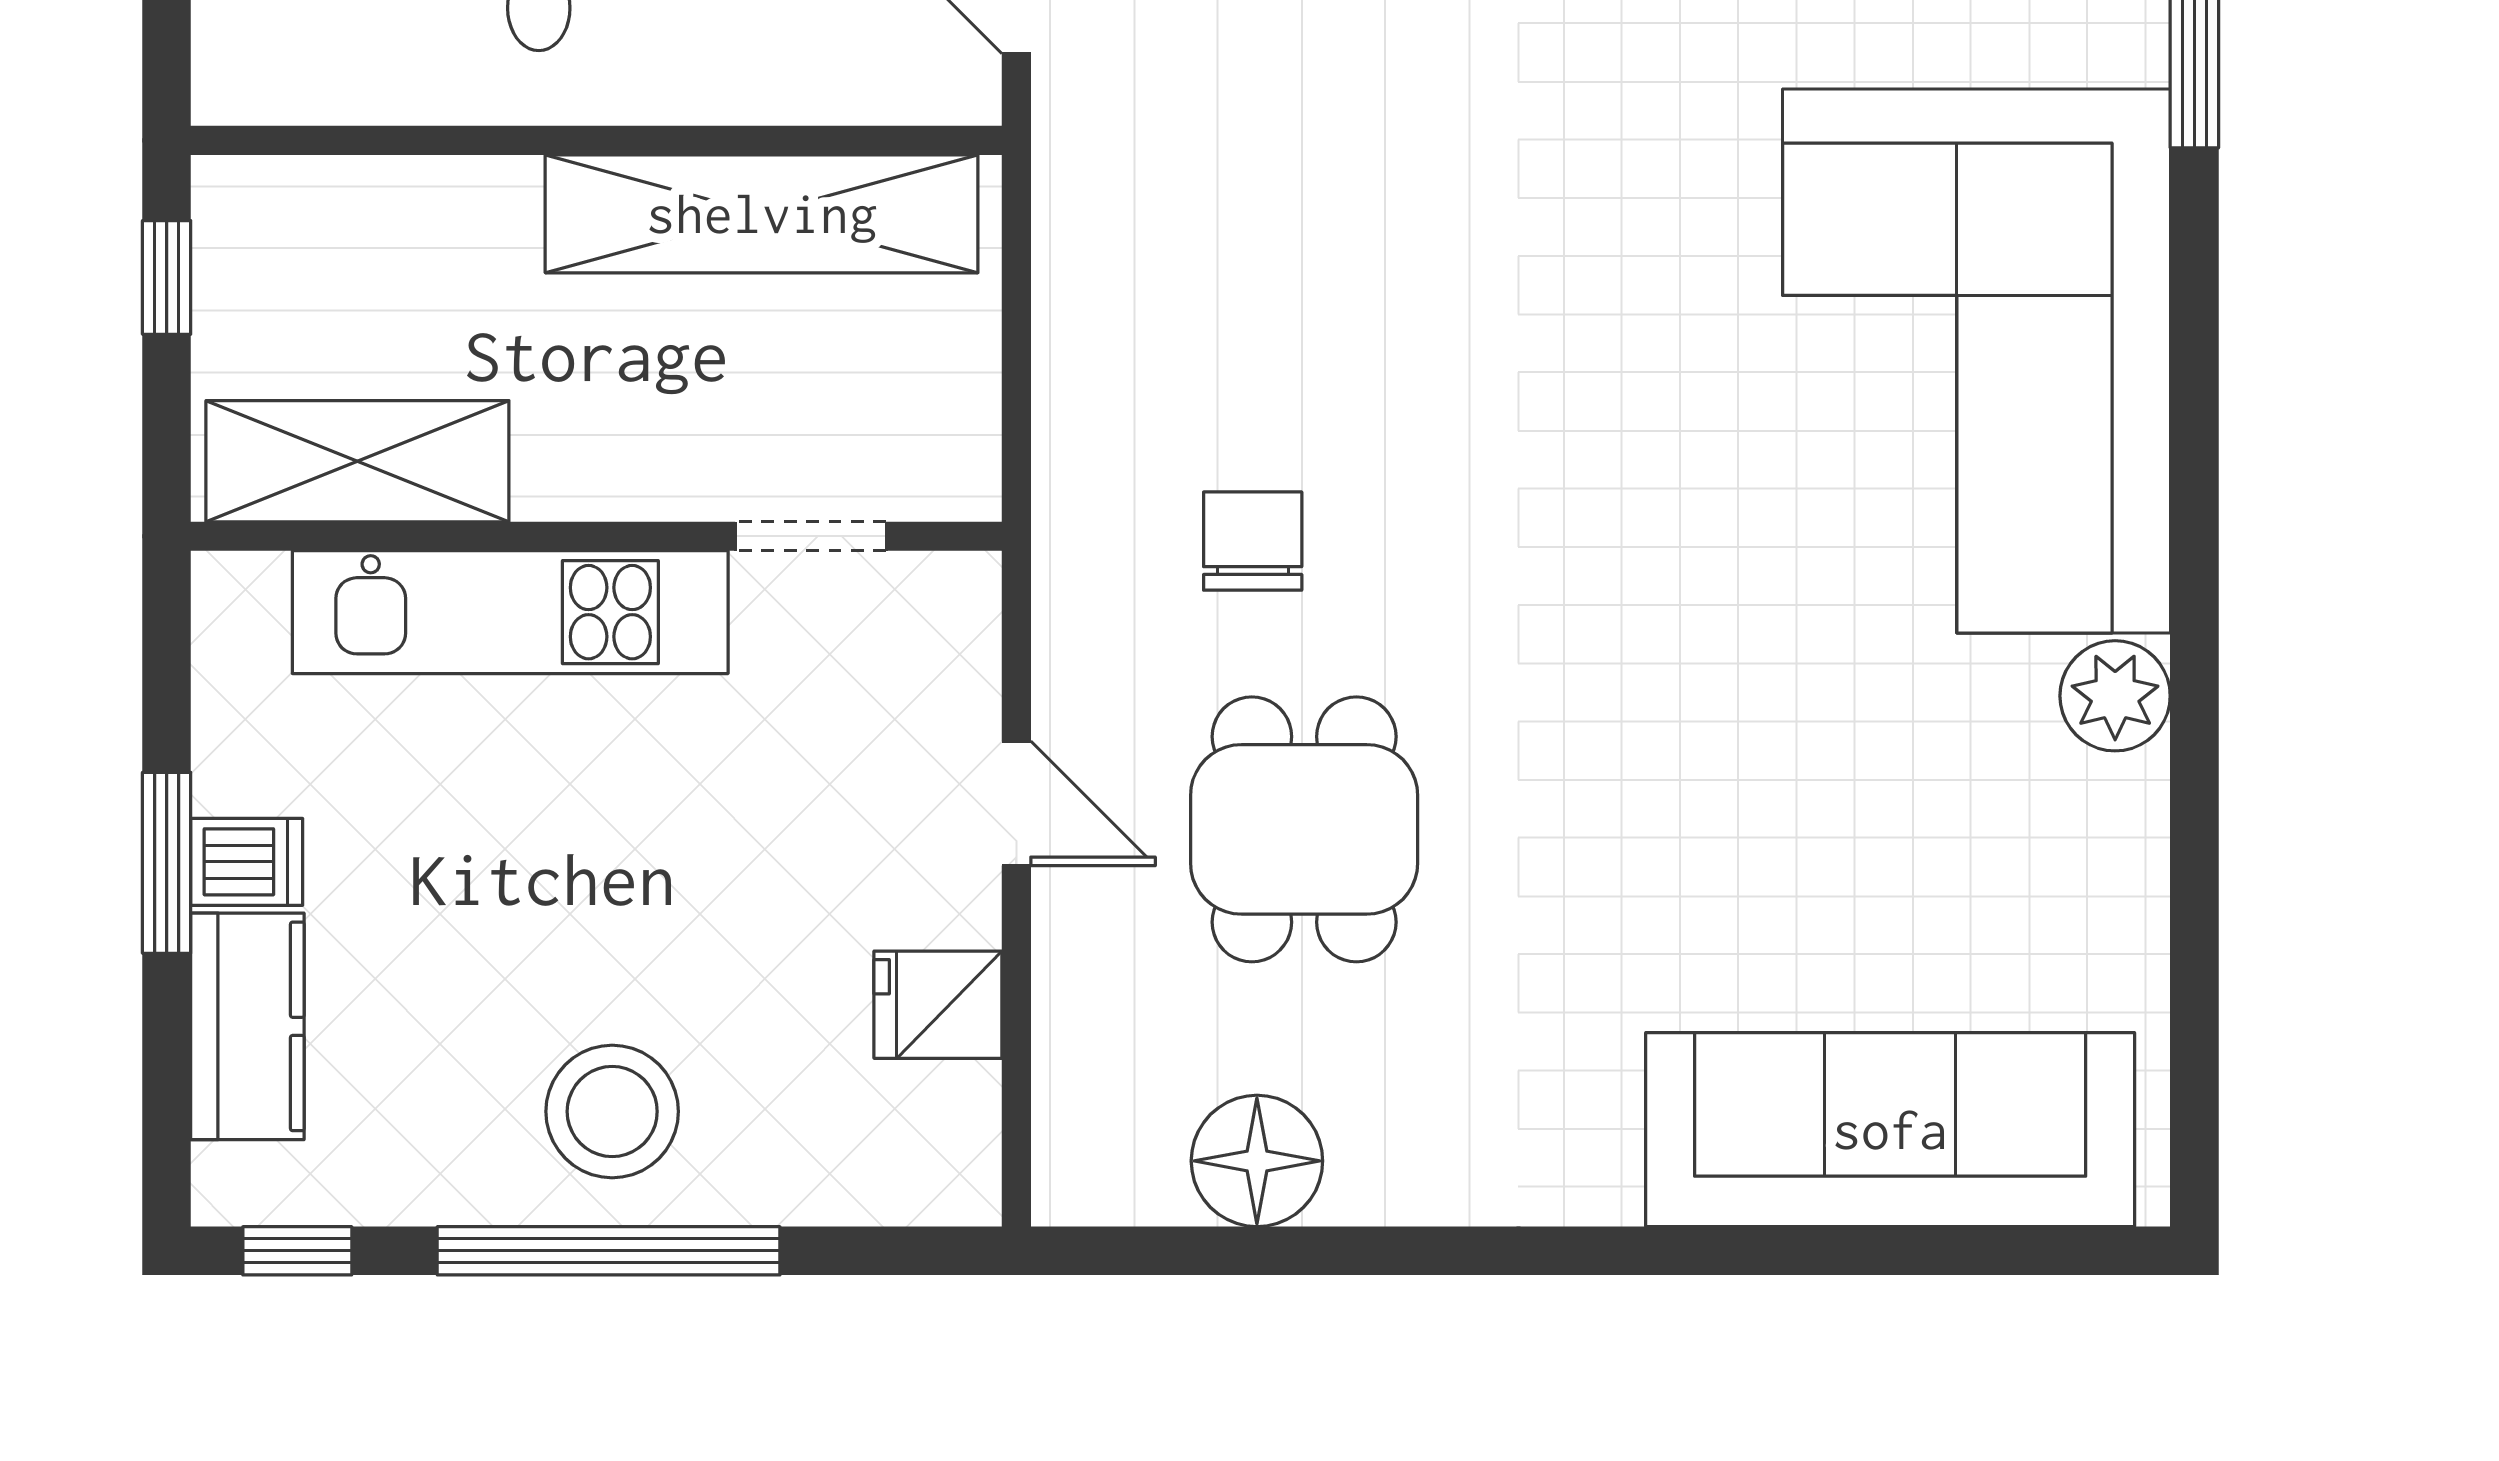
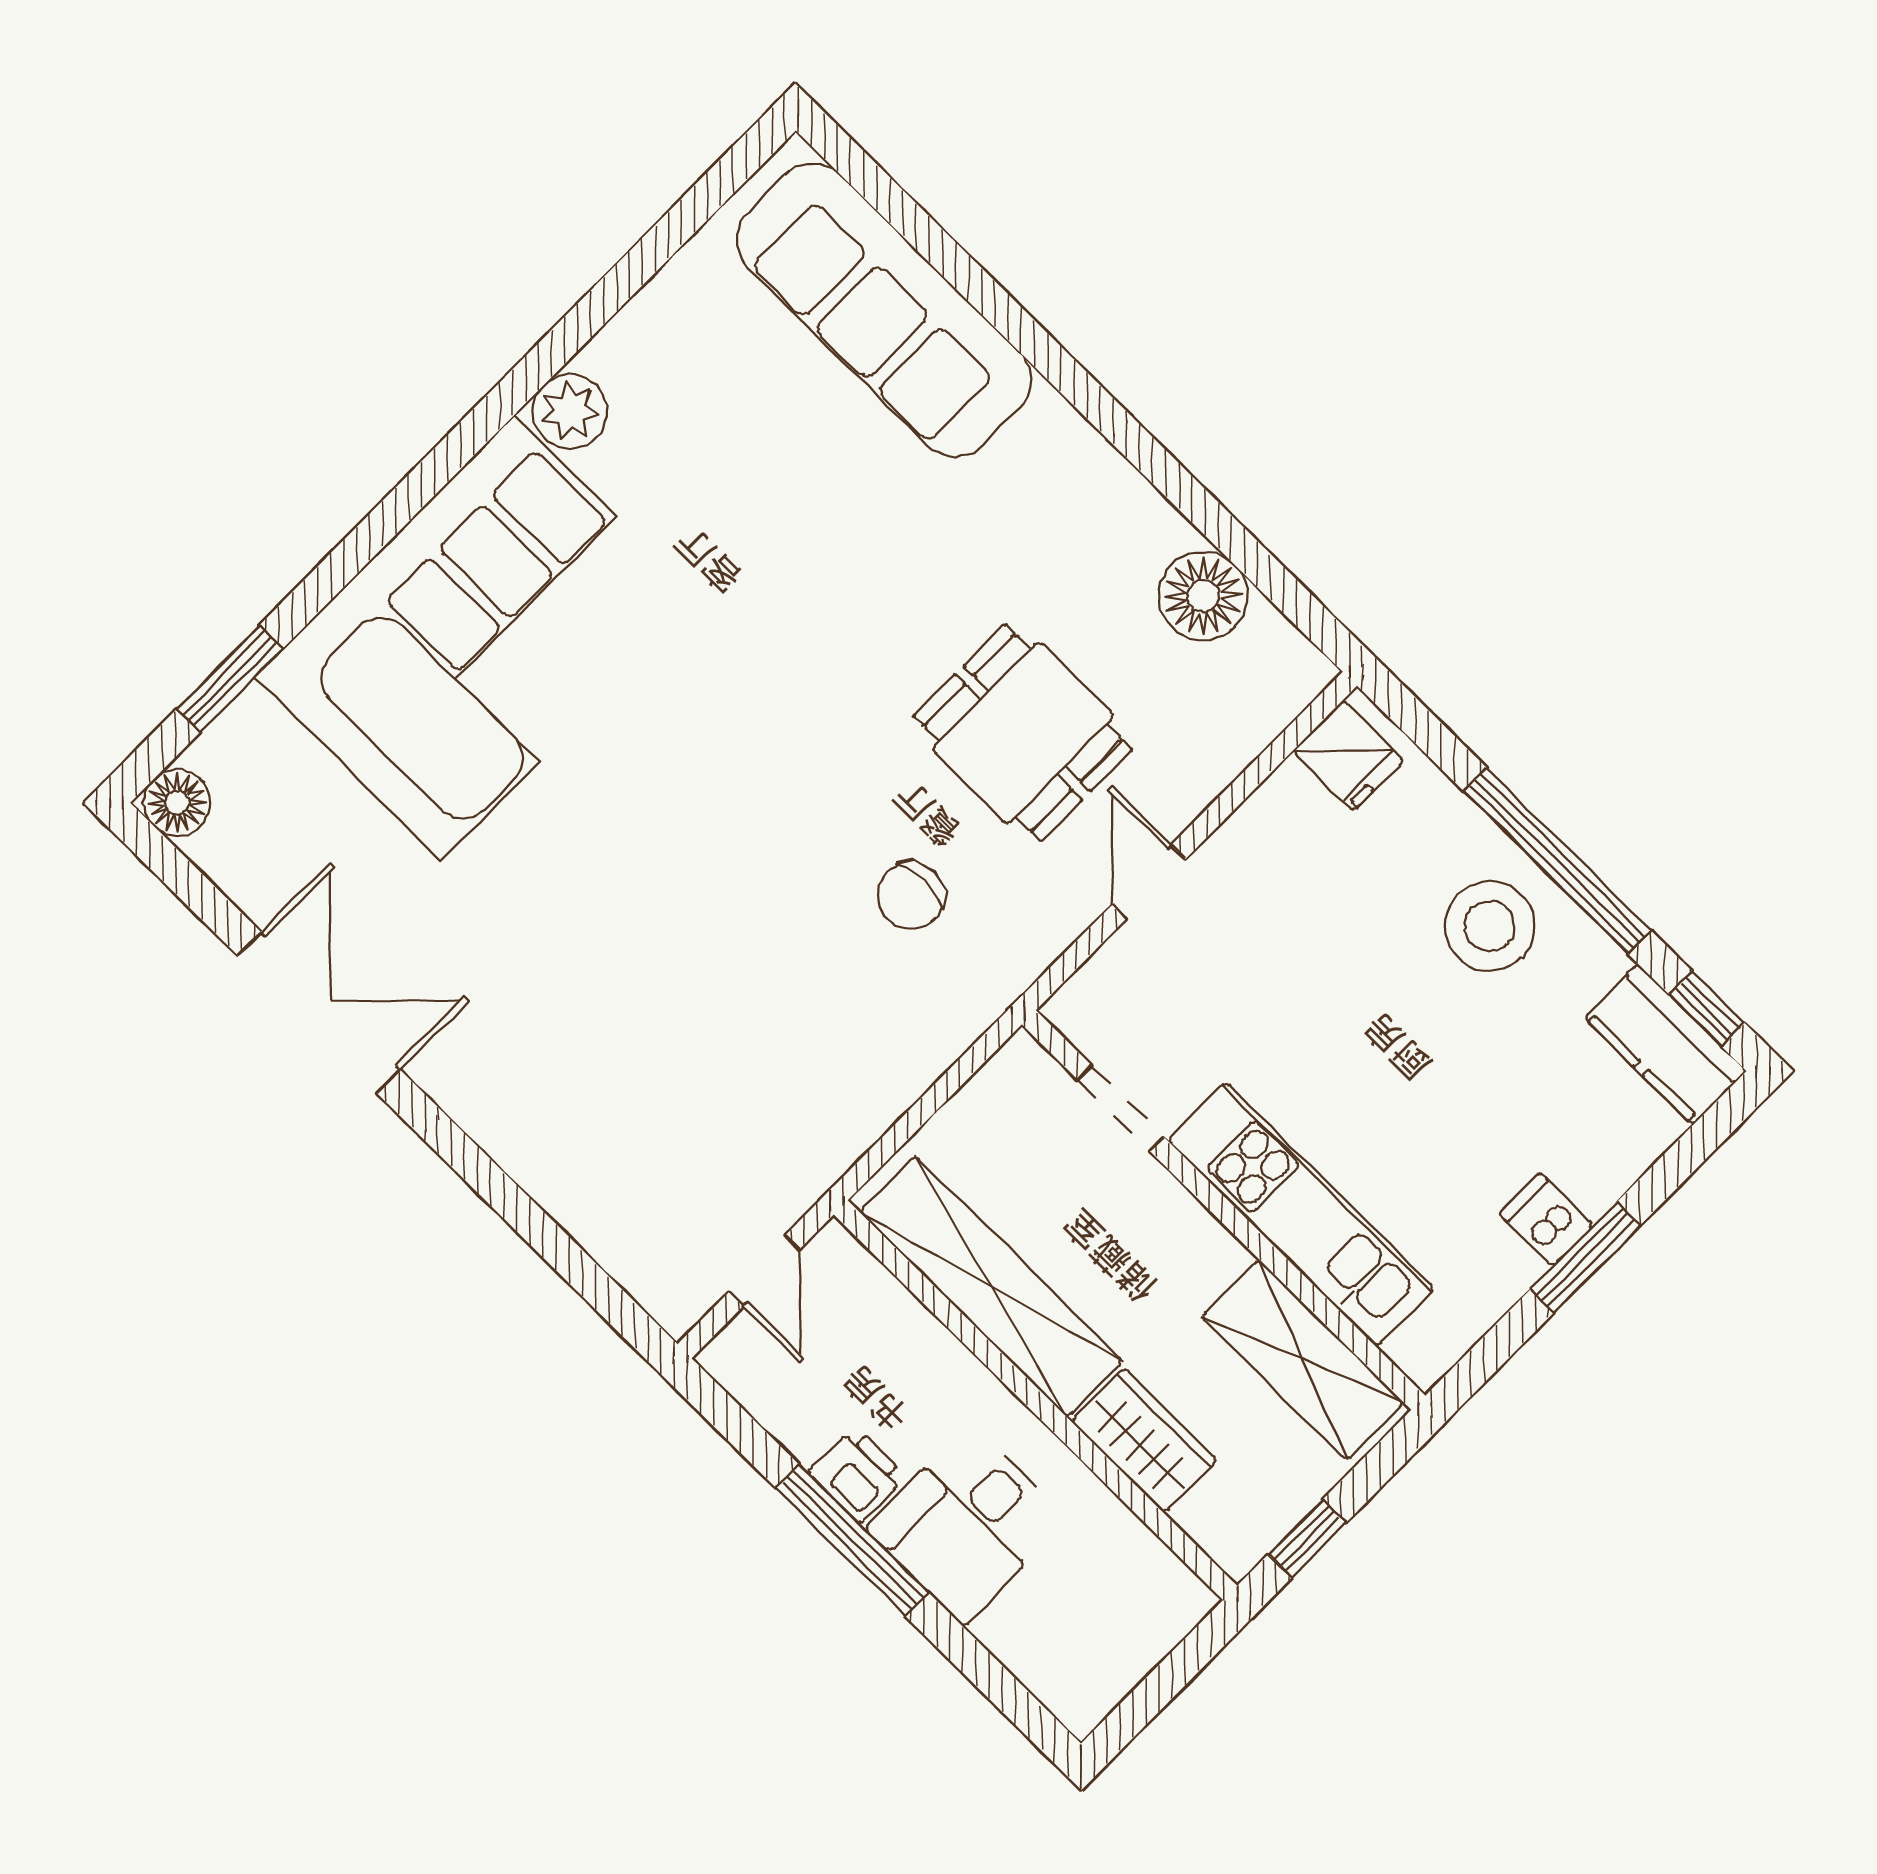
wardrobe: (440, 211) -> (1144, 1440), added
dining table: (1304, 829) -> (1023, 733), turned 90
fridge: (938, 1005) -> (1348, 756), moved
kitchen counter: (247, 1026) -> (1665, 1044), moved, turned -90

